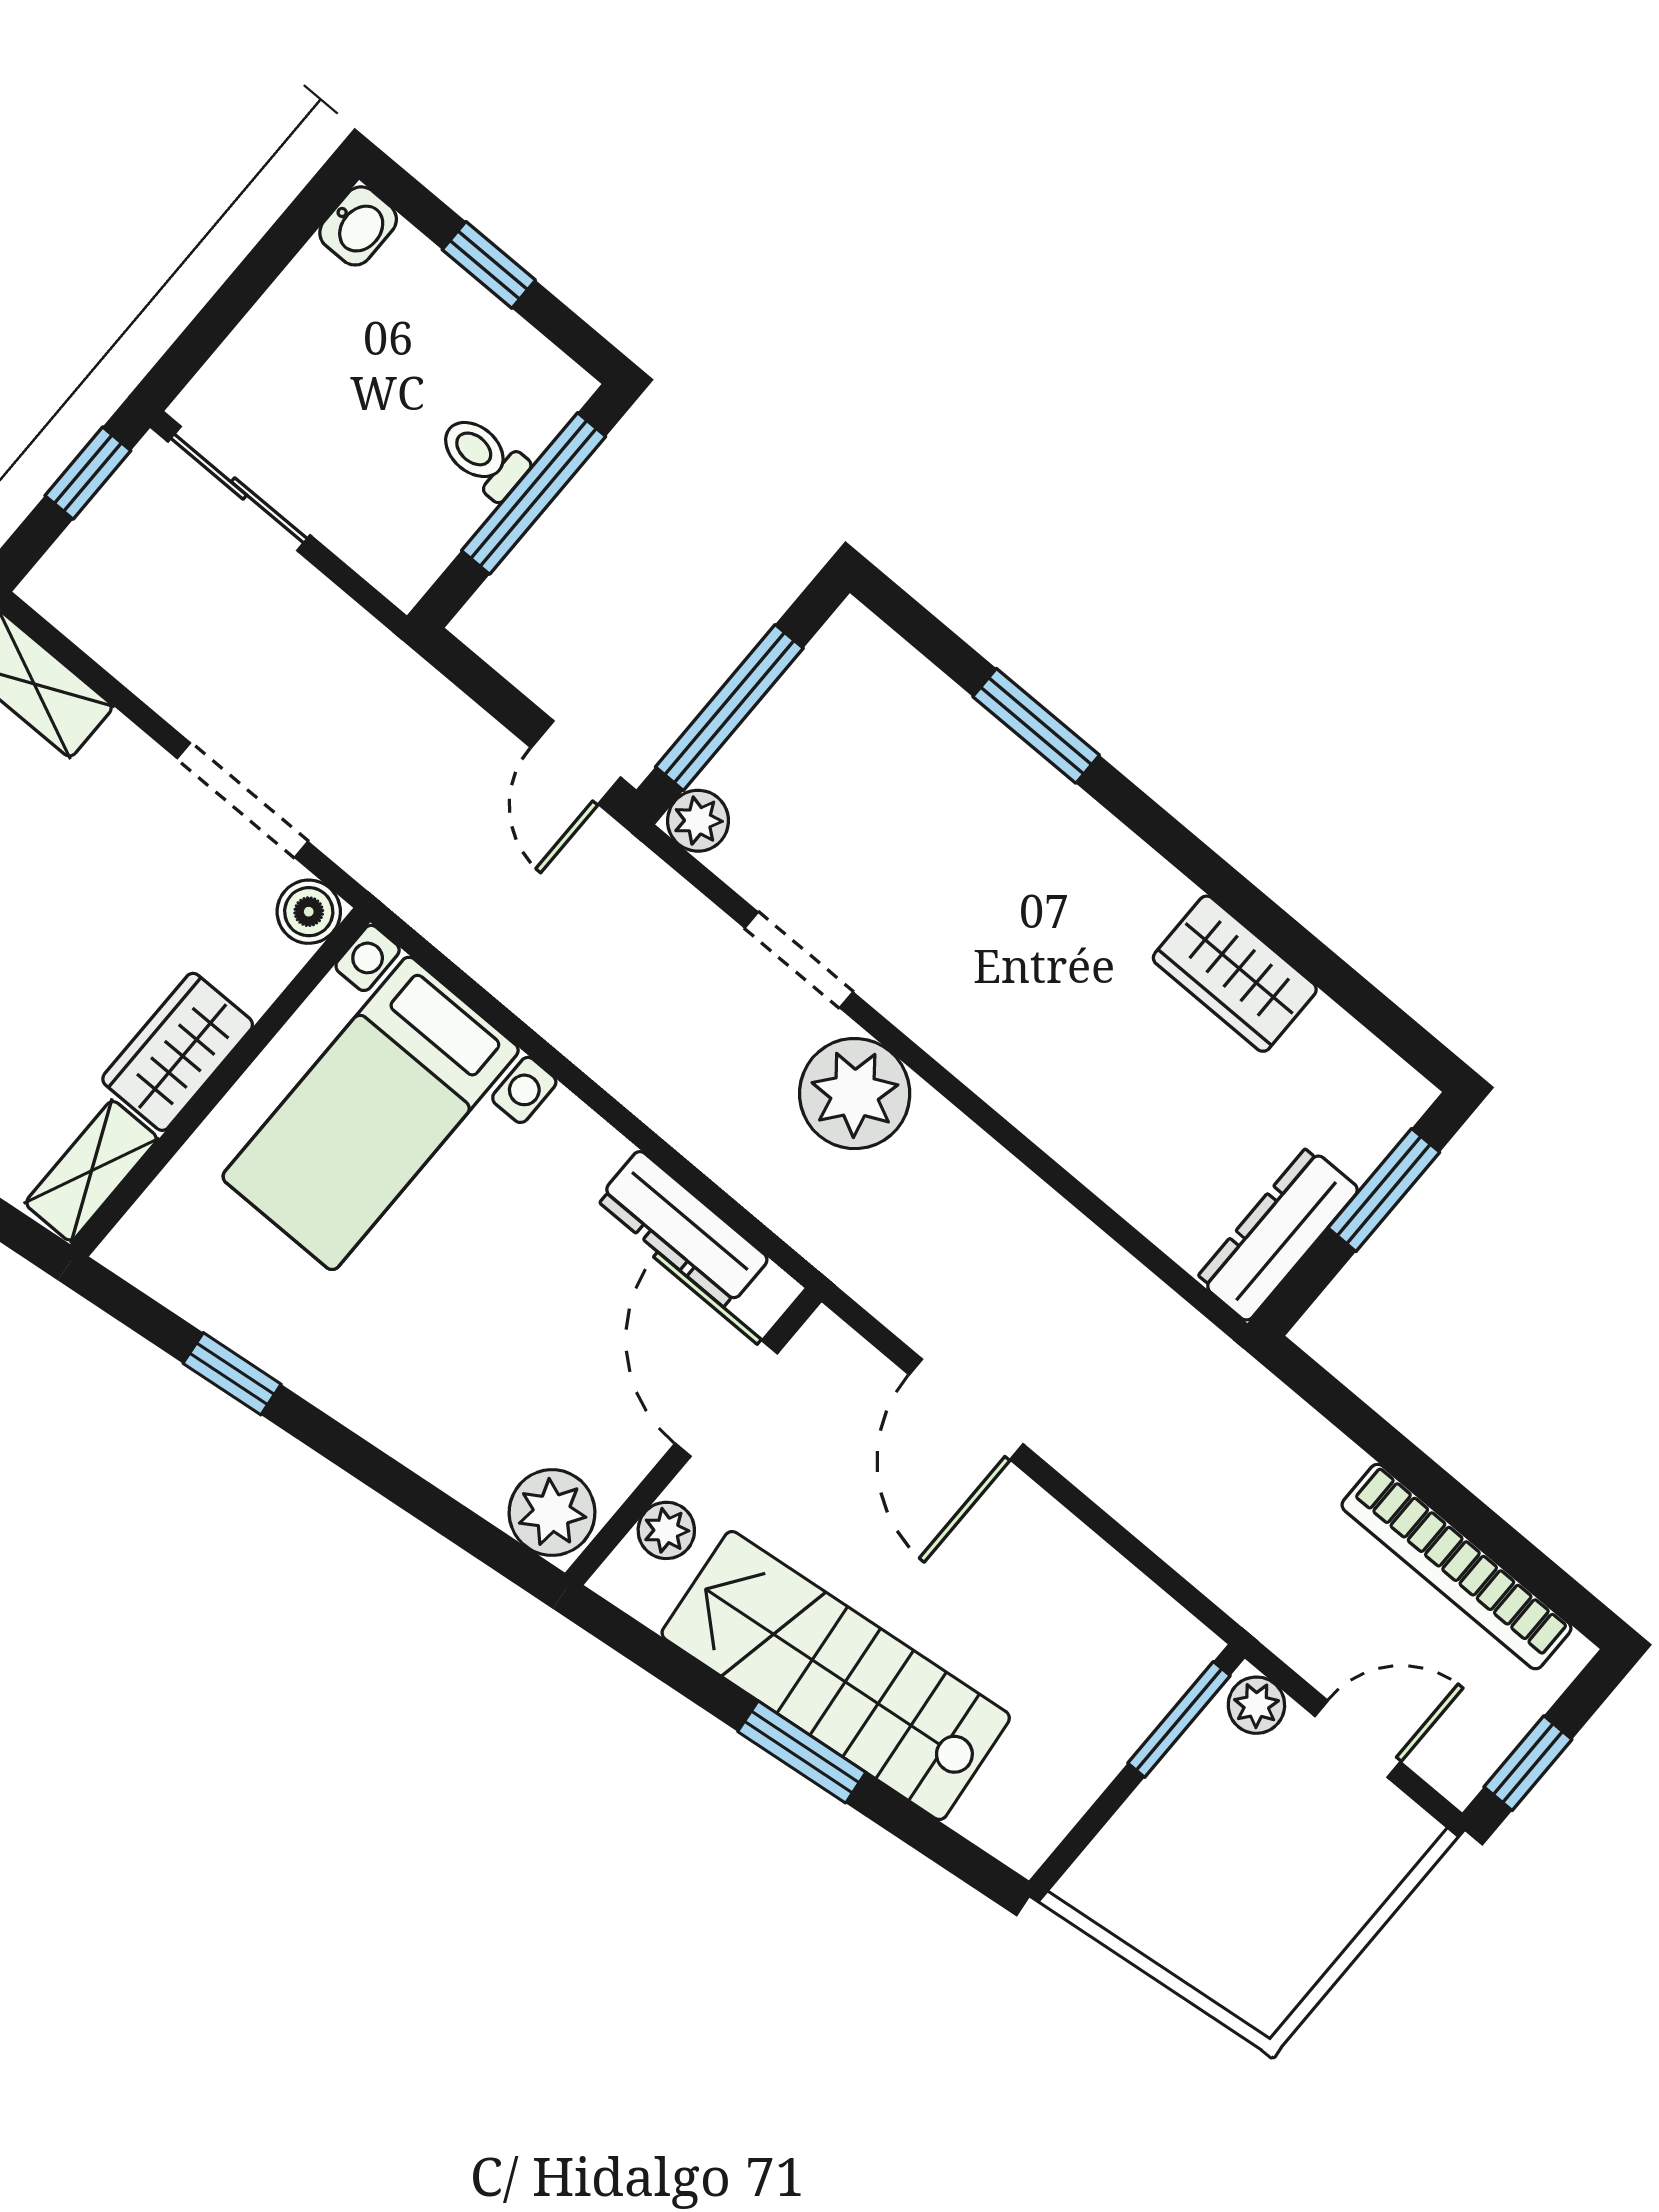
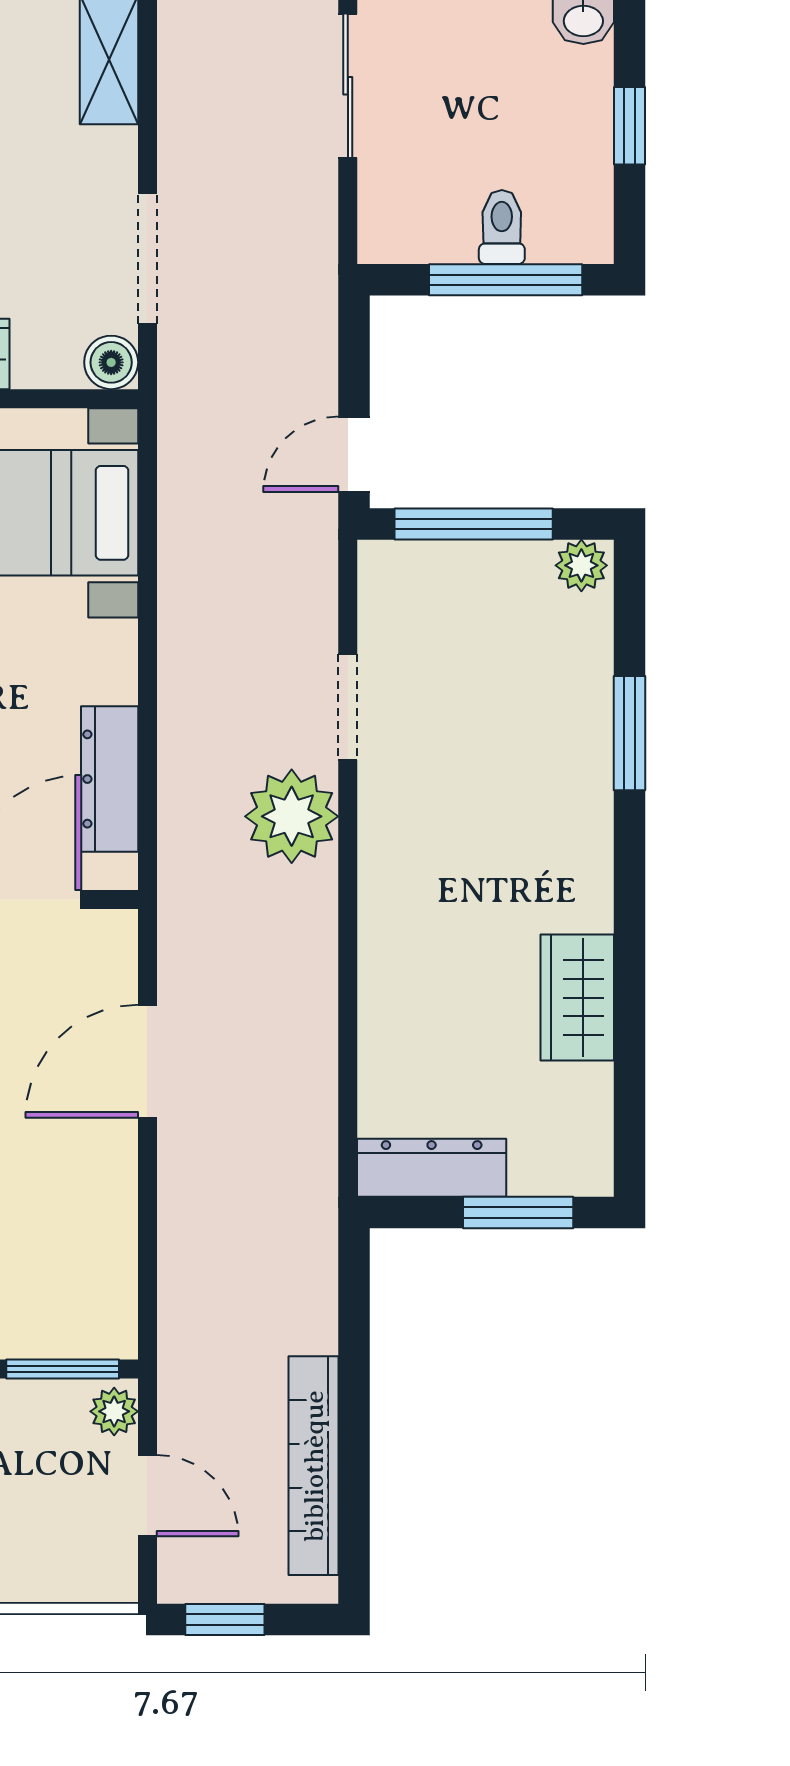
plant: (698, 821) -> (581, 565), moved

